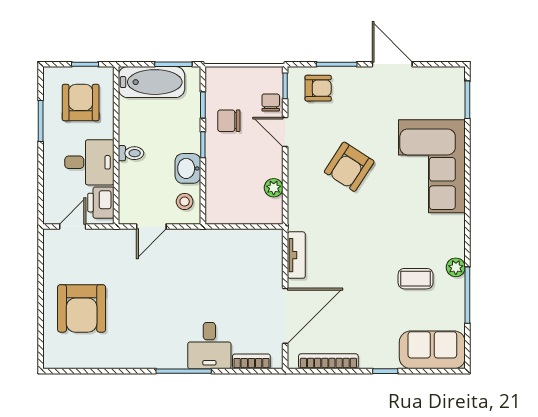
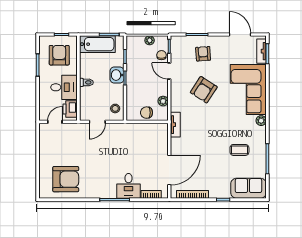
door: (392, 64) -> (240, 35), moved
plant: (249, 75) -> (150, 40), added
armchair: (318, 88) -> (203, 54), moved, turned -94
tv unit: (456, 95) -> (261, 51), added
chair: (229, 121) -> (147, 113), moved
washbasin: (188, 168) -> (117, 75), moved
tv unit: (296, 255) -> (175, 125), moved
plant: (456, 267) -> (261, 121), moved
armchair: (82, 308) -> (66, 179), moved, turned -90

